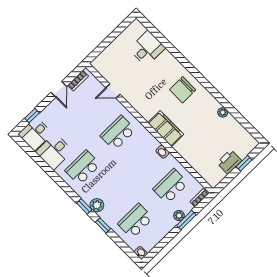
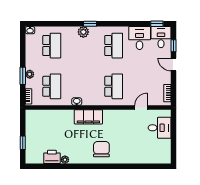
desk: (147, 48) -> (160, 128), moved, turned -90
door: (59, 89) -> (173, 64), moved
printer: (229, 162) -> (52, 157), moved, turned -90
window: (103, 225) -> (157, 24), moved

